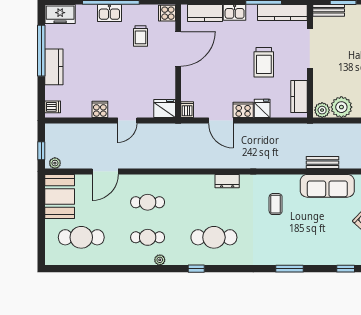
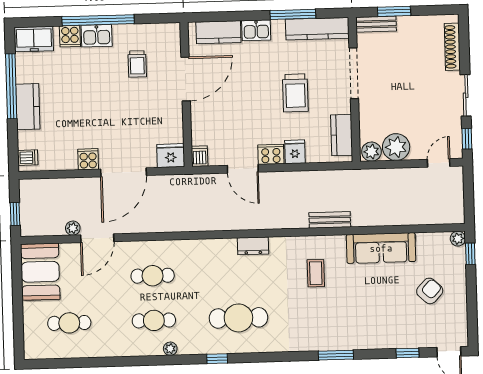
cooker: (167, 13) -> (70, 36), moved, turned -90
door: (127, 121) -> (123, 172), width x1.87
plant: (55, 163) -> (73, 228), moved
bench: (323, 163) -> (330, 220), moved
cafe table: (81, 237) -> (69, 323), width x0.73, depth x0.74

